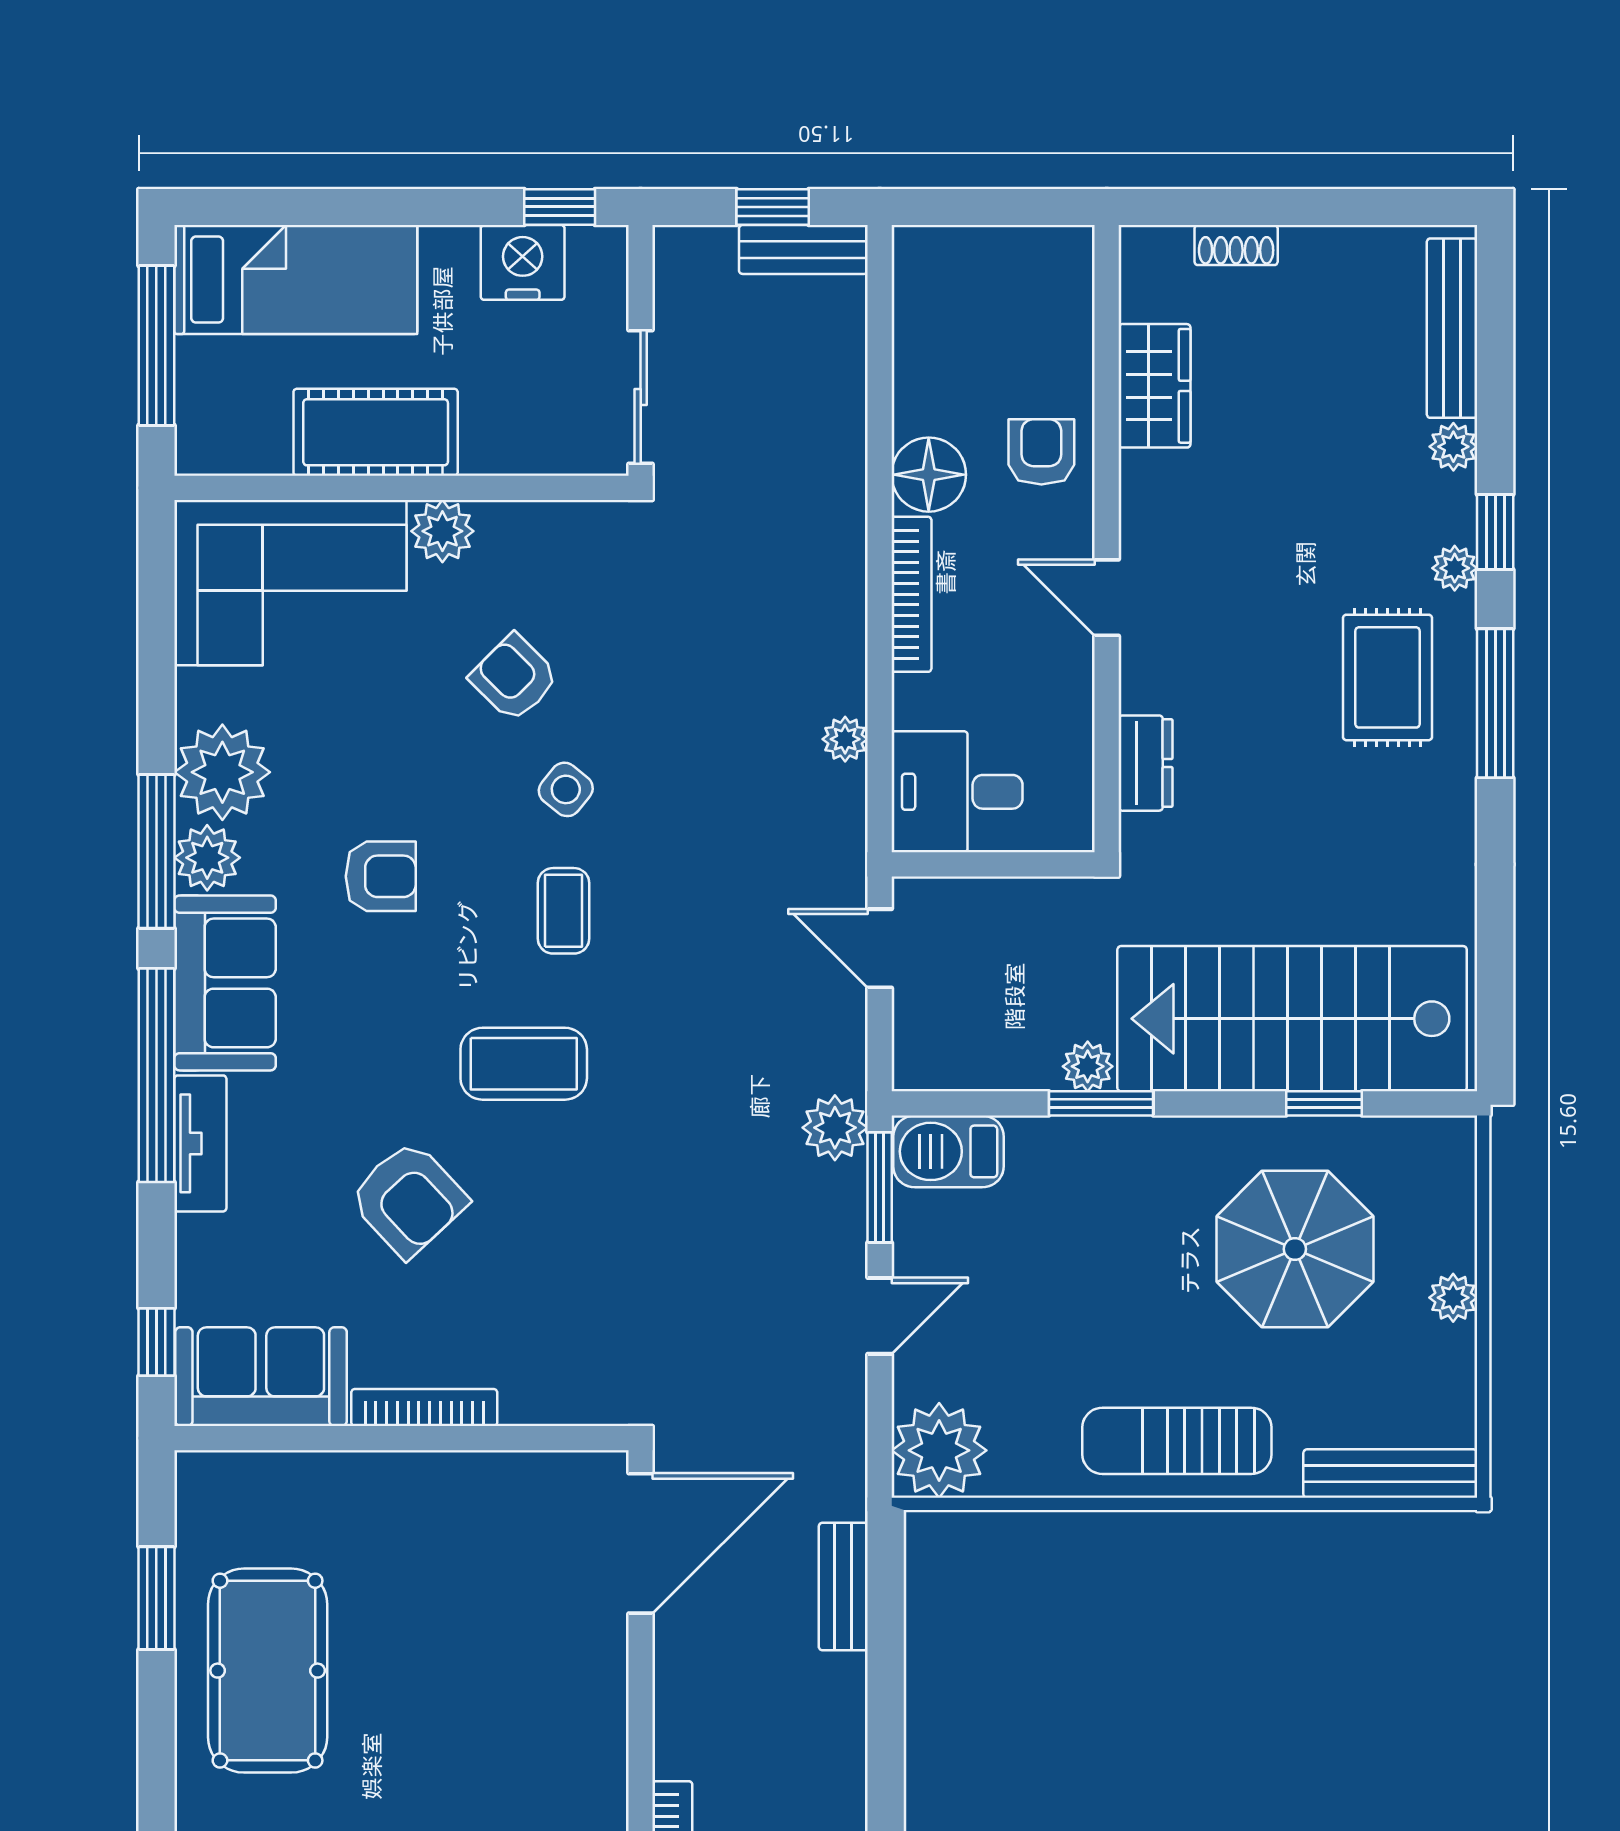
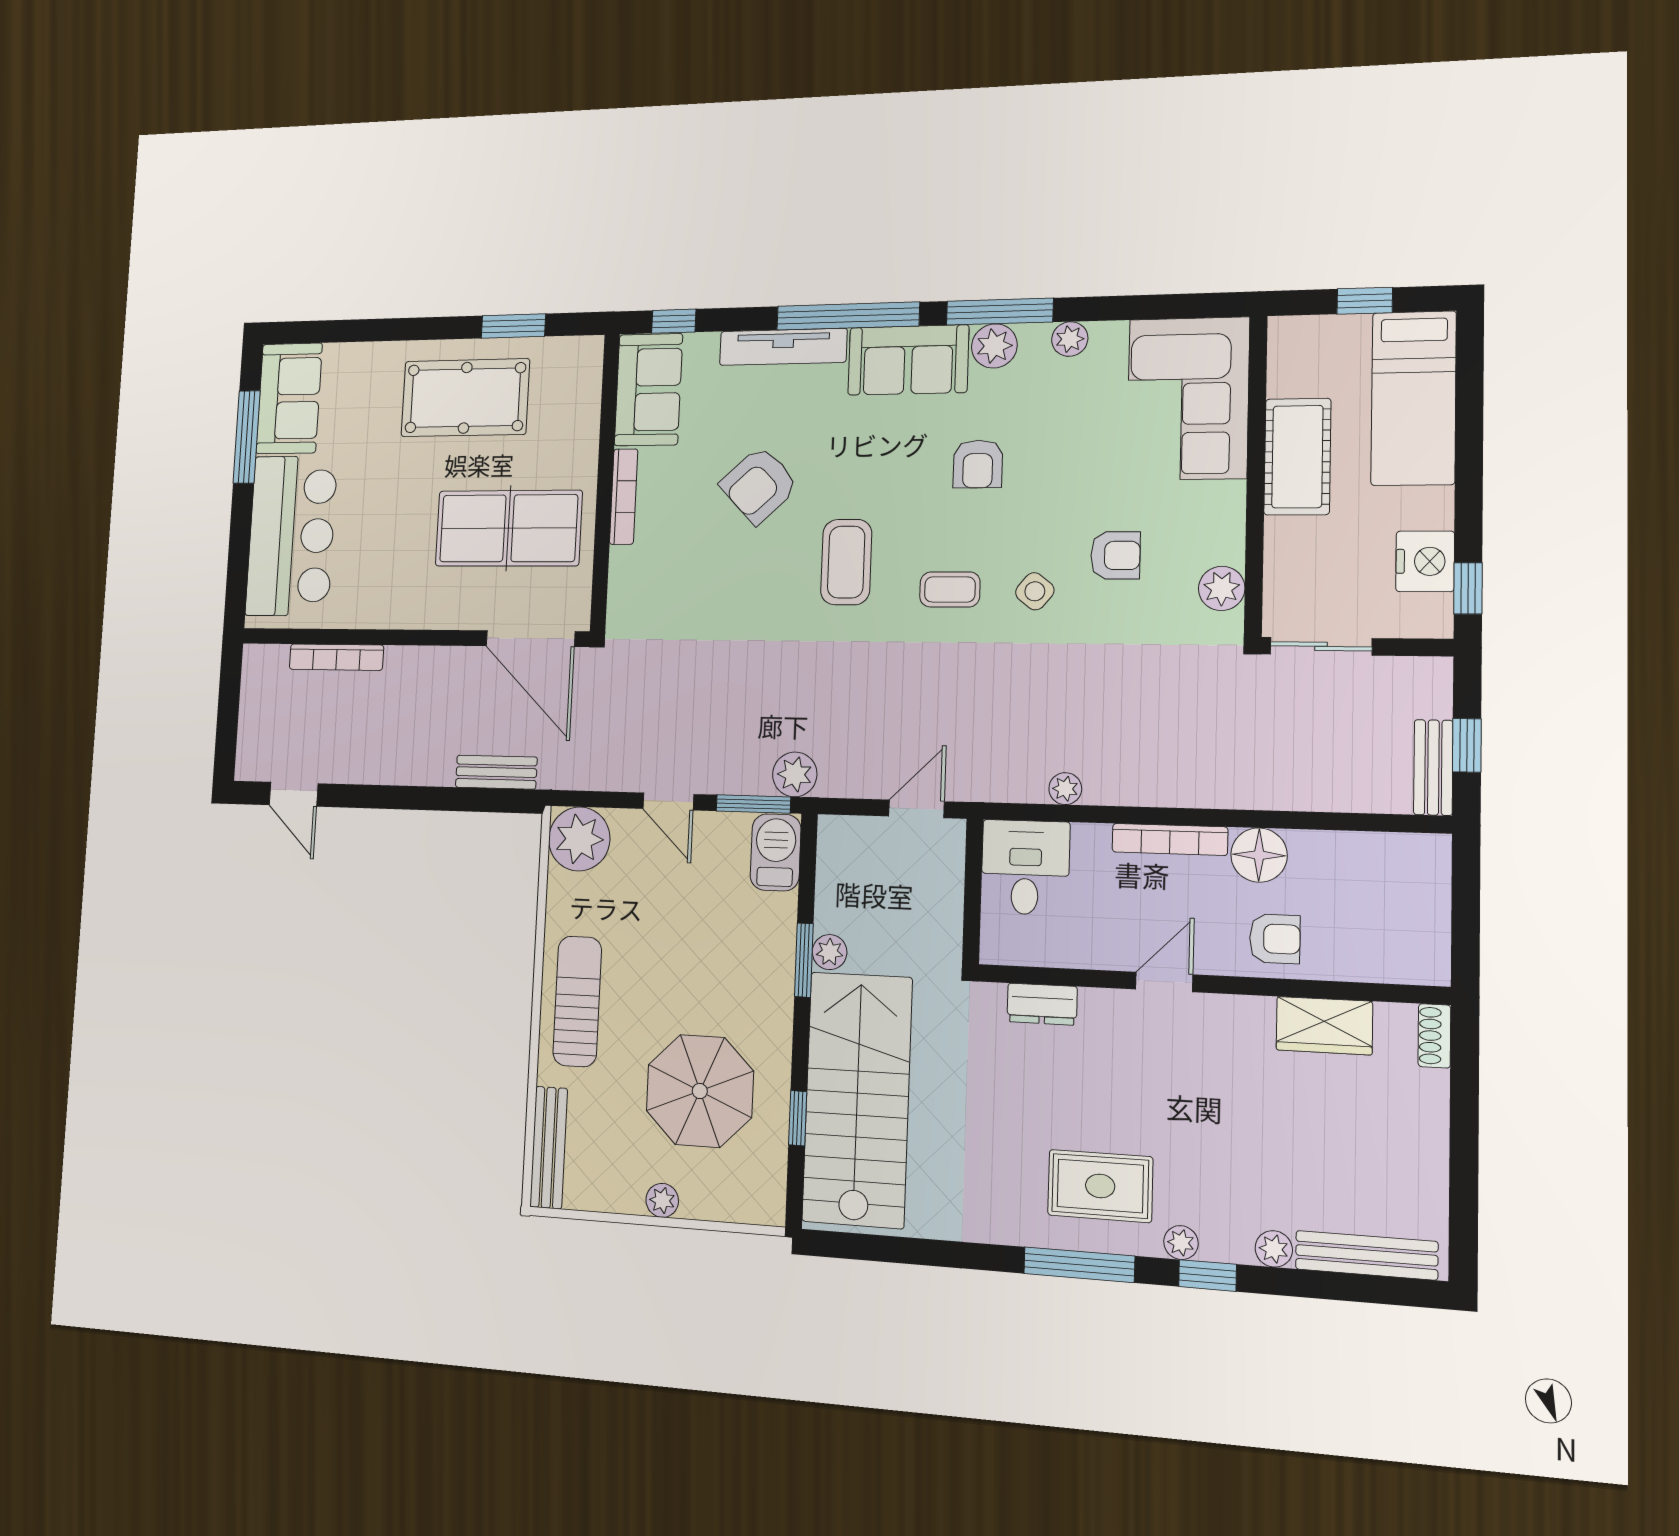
shoe rack: (1236, 245) -> (1434, 1036), moved
window: (156, 345) -> (1365, 301), width x0.46
plant: (442, 531) -> (1222, 588), moved
armchair: (514, 678) -> (1115, 555), turned 45
plant: (222, 772) -> (1070, 339), width x0.53, depth x0.53
tv unit: (200, 1143) -> (783, 347), width x1.41
table tennis table: (472, 1588) -> (508, 528), added

